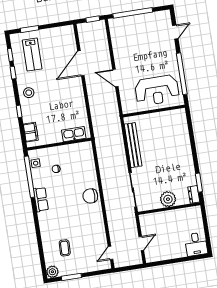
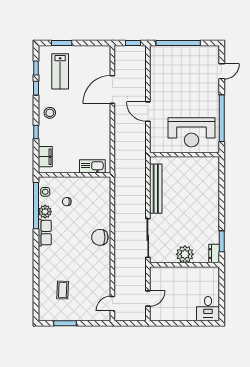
plant: (52, 272) -> (45, 212), moved

